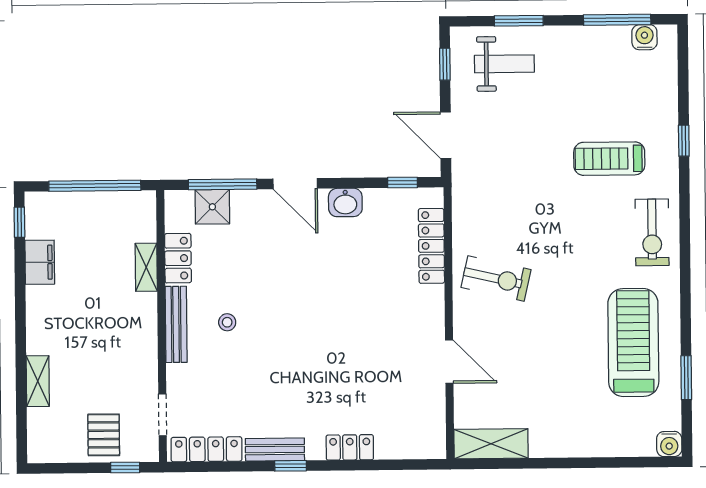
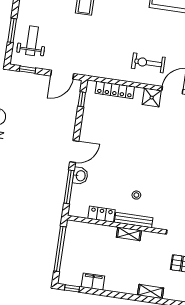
washbasin: (345, 202) -> (80, 176), moved
shower: (212, 207) -> (152, 98), moved
shelving: (146, 267) -> (129, 234), moved
exercise bike: (496, 278) -> (148, 63), moved, turned -103

